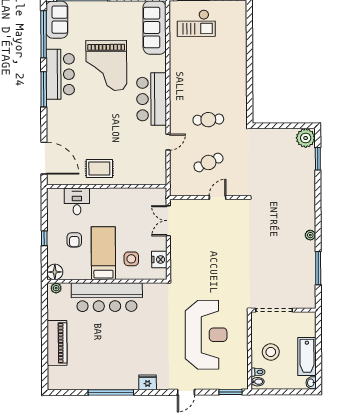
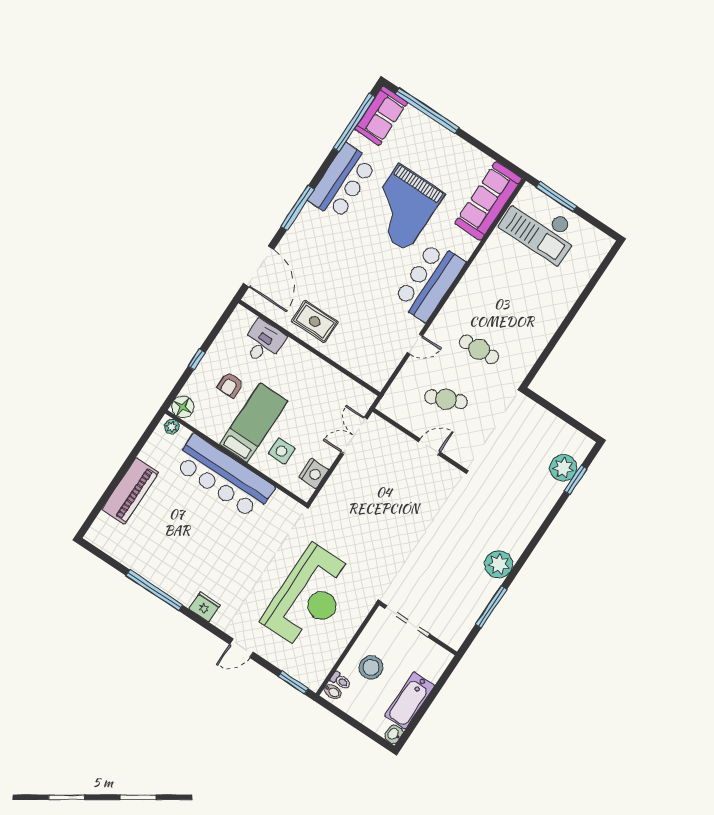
checkout: (196, 23) -> (540, 228), width x1.36, depth x1.21
window: (44, 89) -> (297, 208), moved
plant: (306, 138) -> (563, 468), moved
plant: (310, 235) -> (499, 564), width x1.88, depth x1.88

